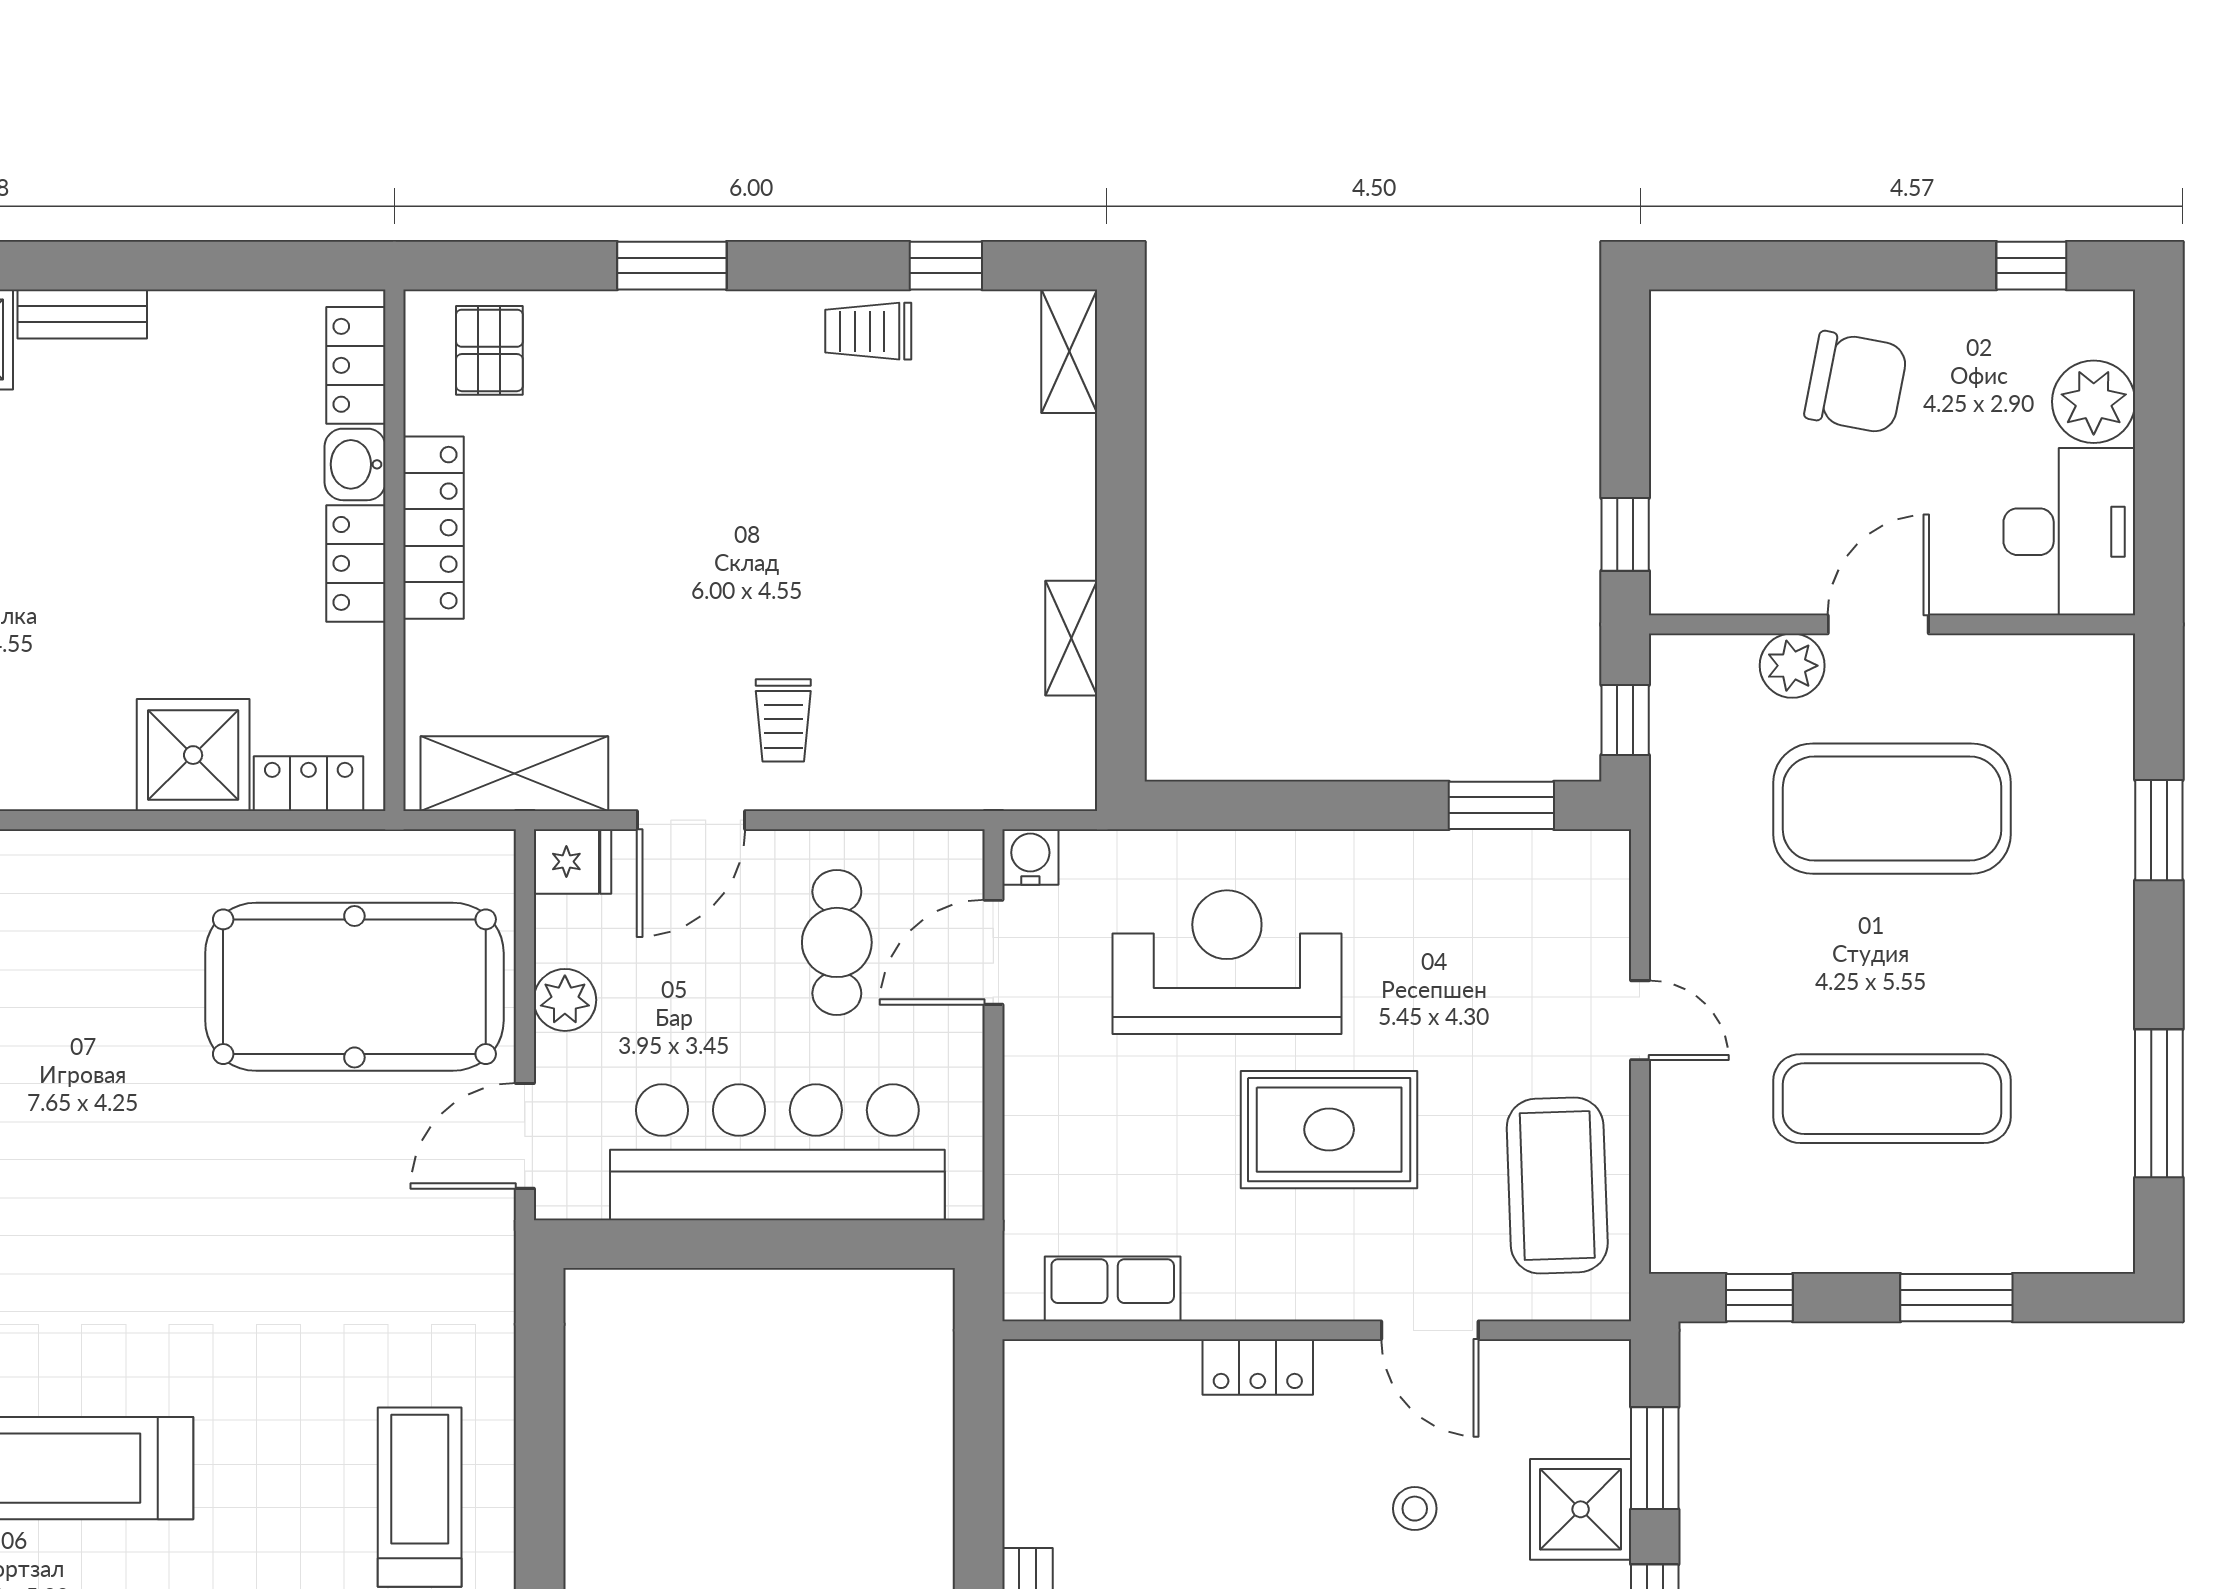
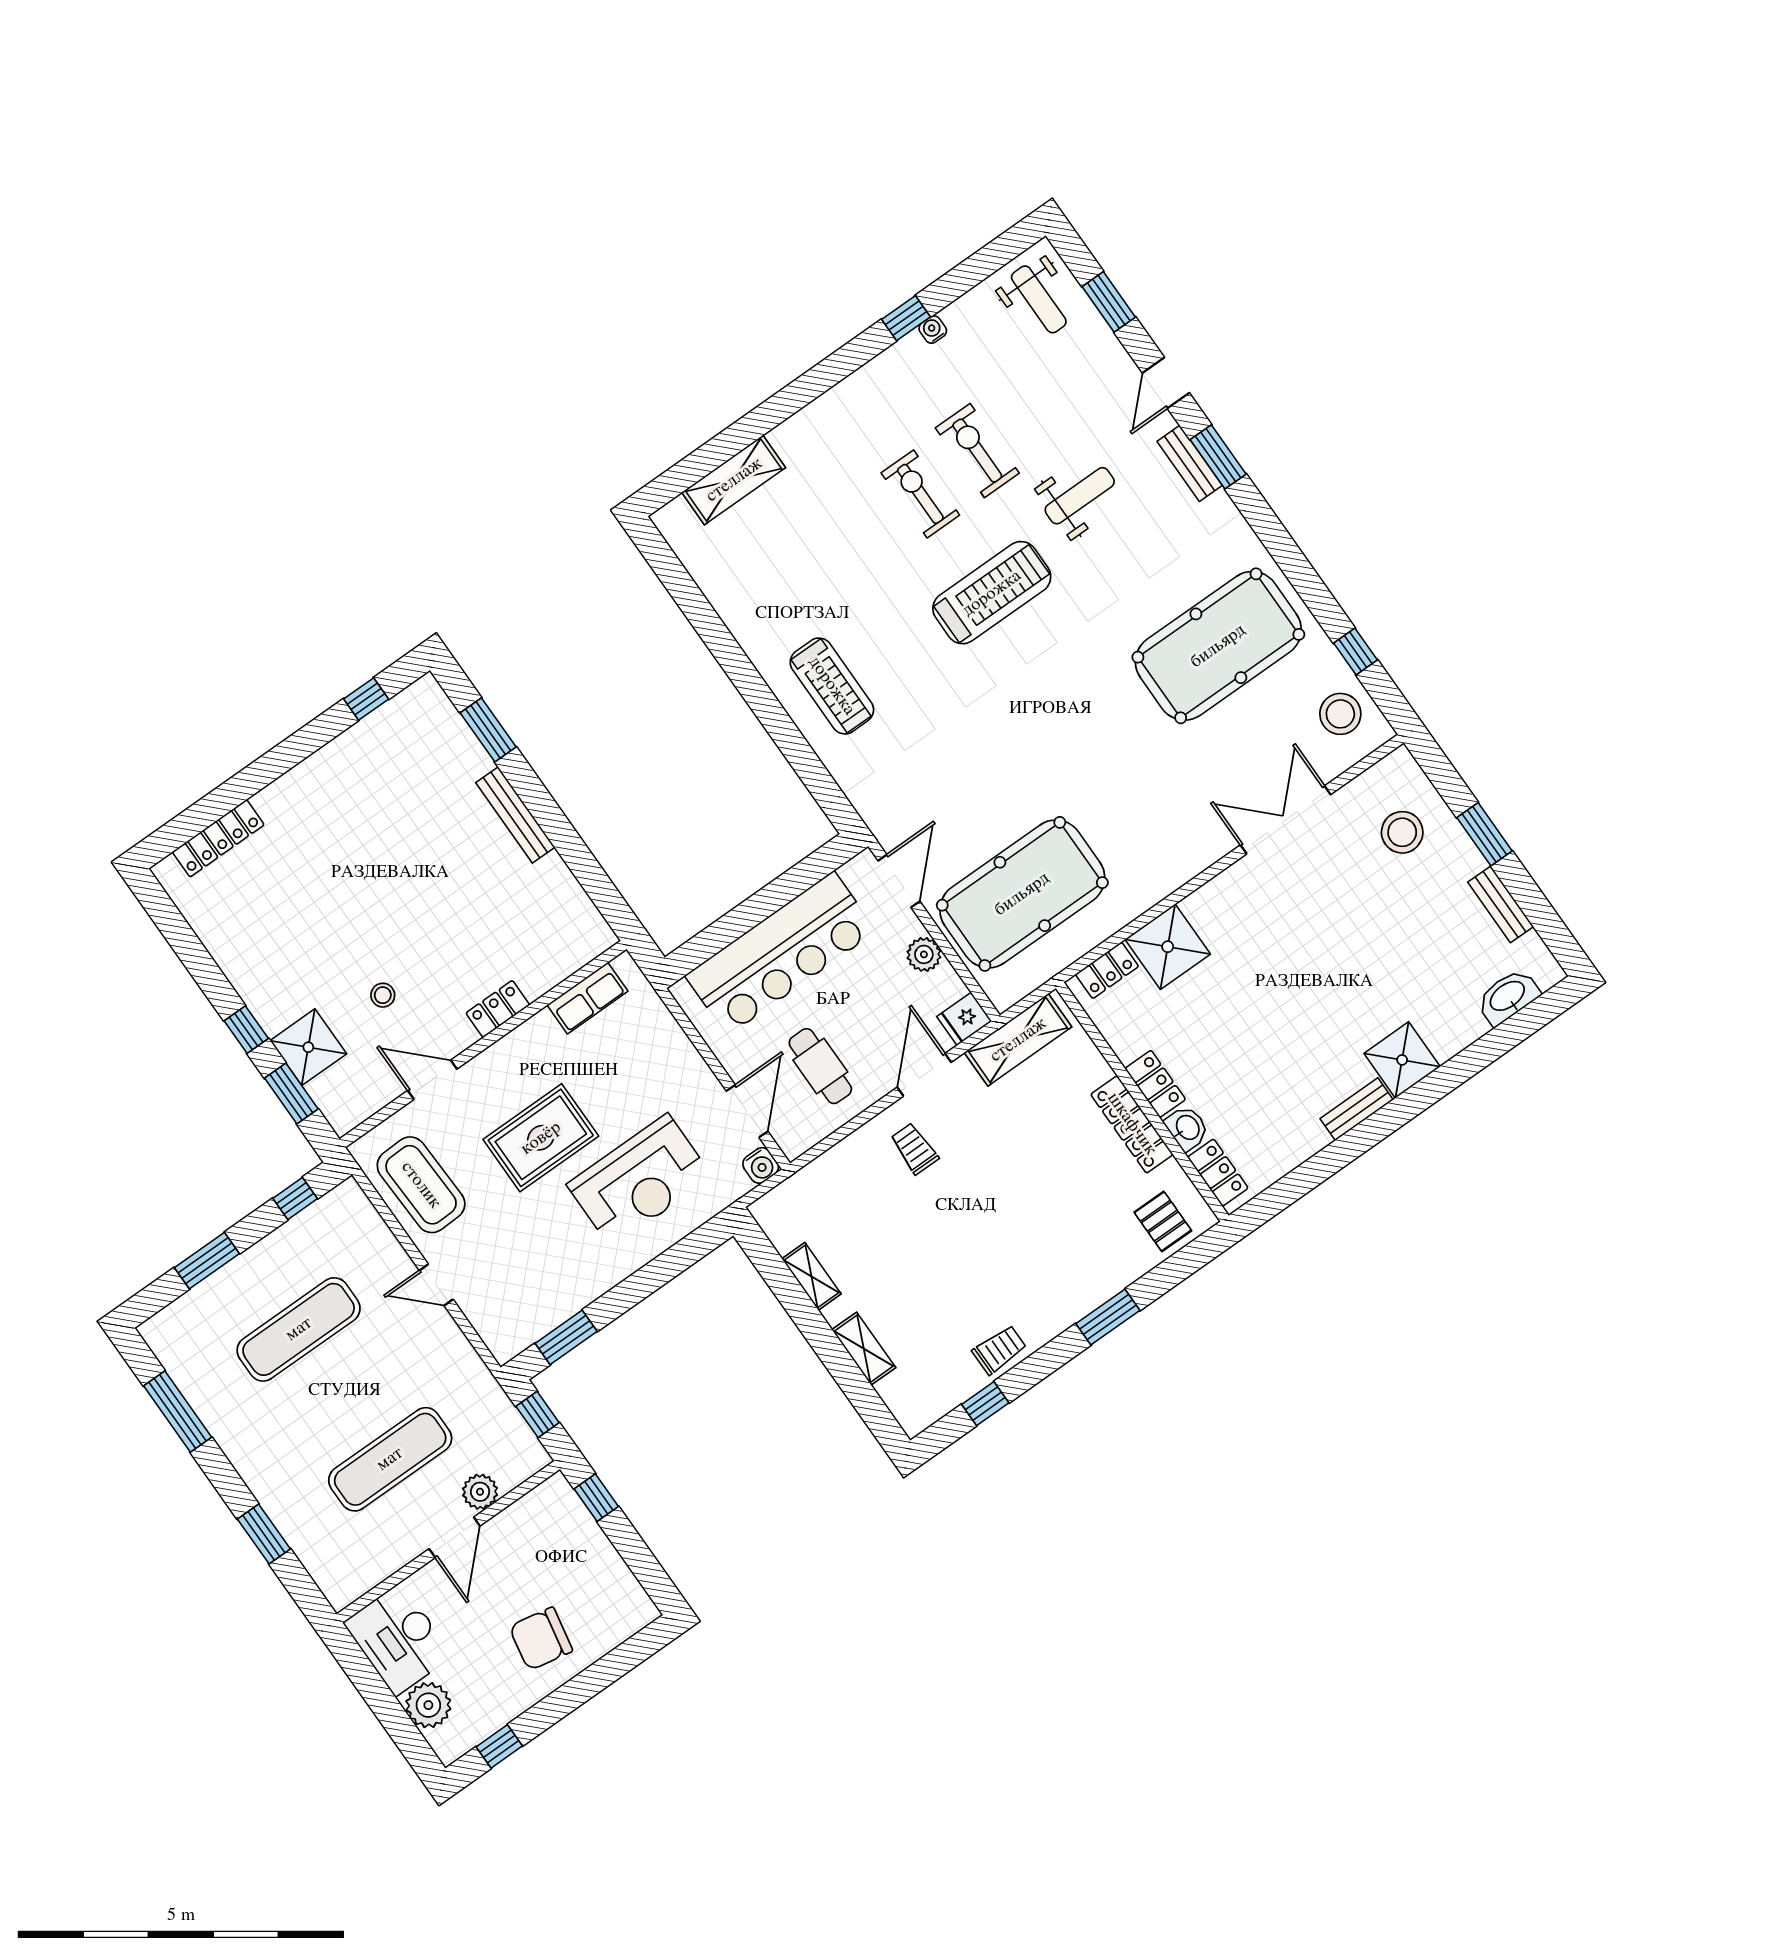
shelving: (1069, 351) -> (864, 1349), moved
exercise mat: (1892, 809) -> (390, 1459), width x0.68

